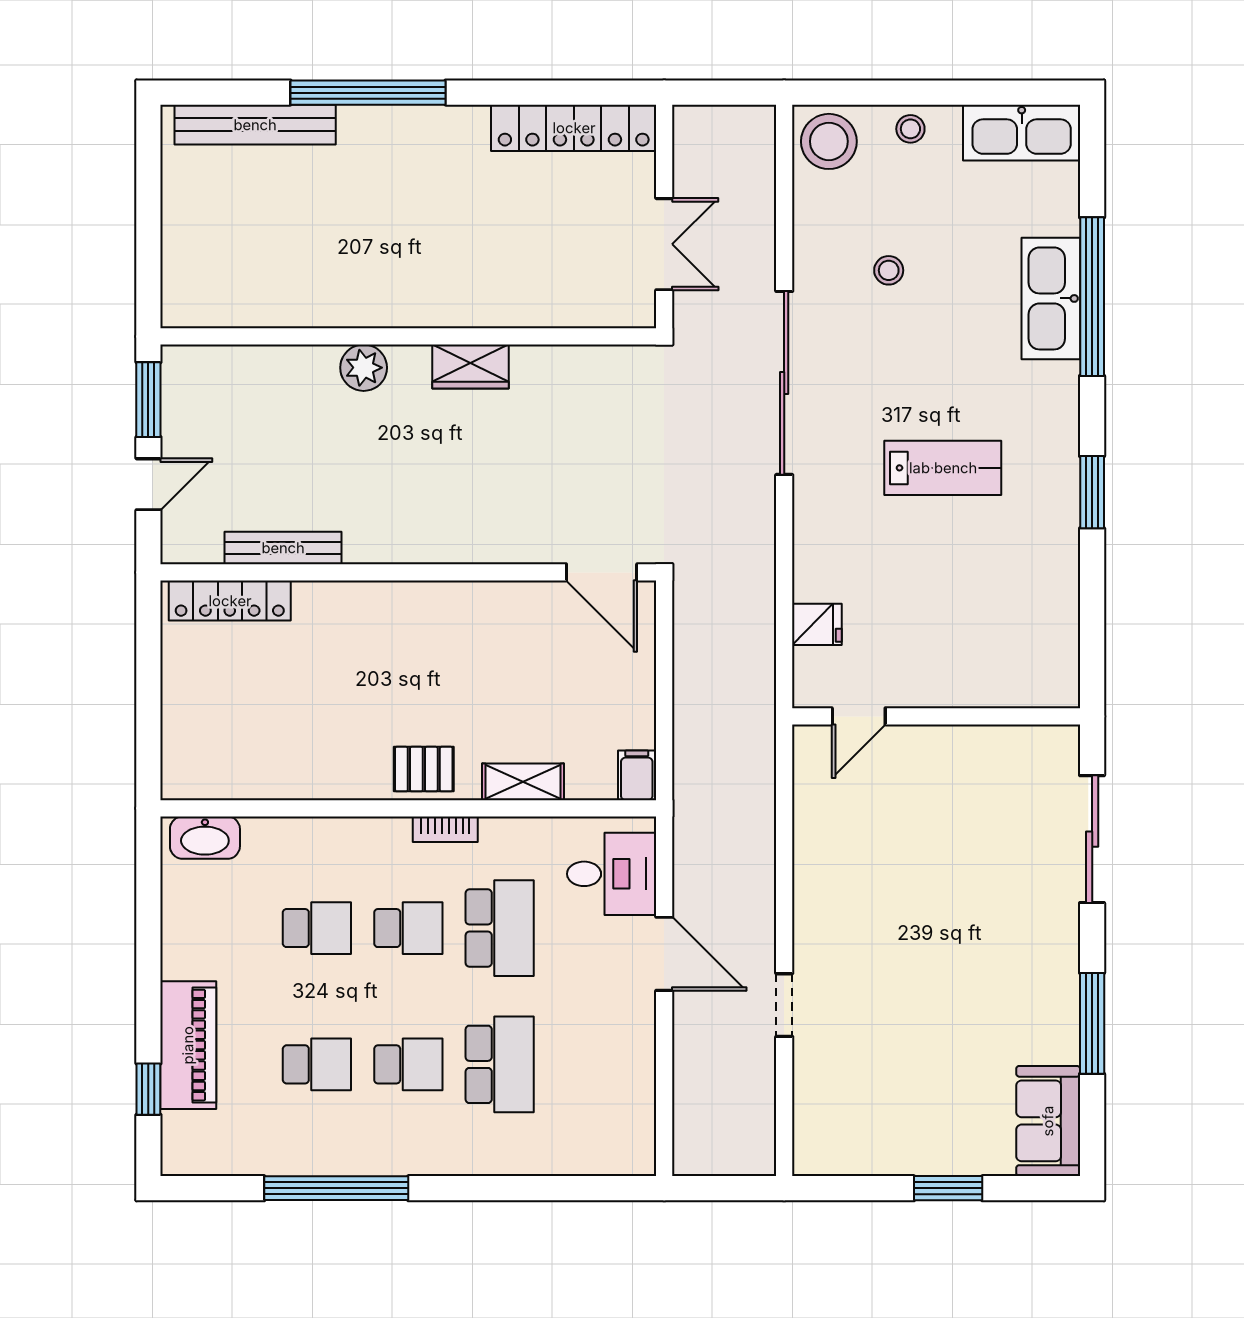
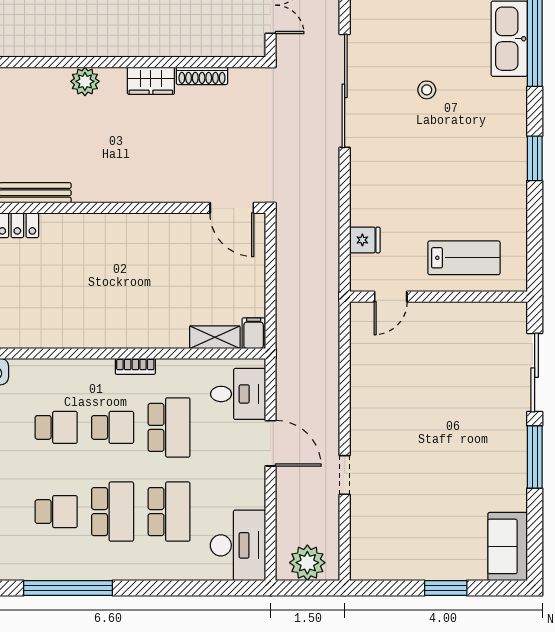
stool: (889, 270) -> (427, 90), moved
shoe rack: (553, 359) -> (202, 76), added
lab bench: (943, 468) -> (464, 258), moved
pallet: (424, 769) -> (122, 329), removed
shelving: (523, 782) -> (215, 337), moved
window: (1092, 1023) -> (535, 457), moved
school desk: (408, 1064) -> (113, 512), width x1.85
desk: (611, 1119) -> (238, 545), added
plant: (724, 1147) -> (307, 563), added

